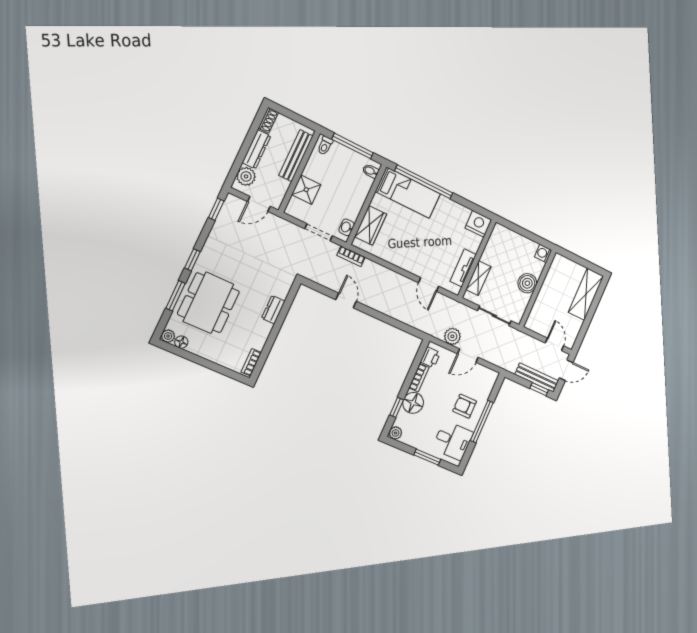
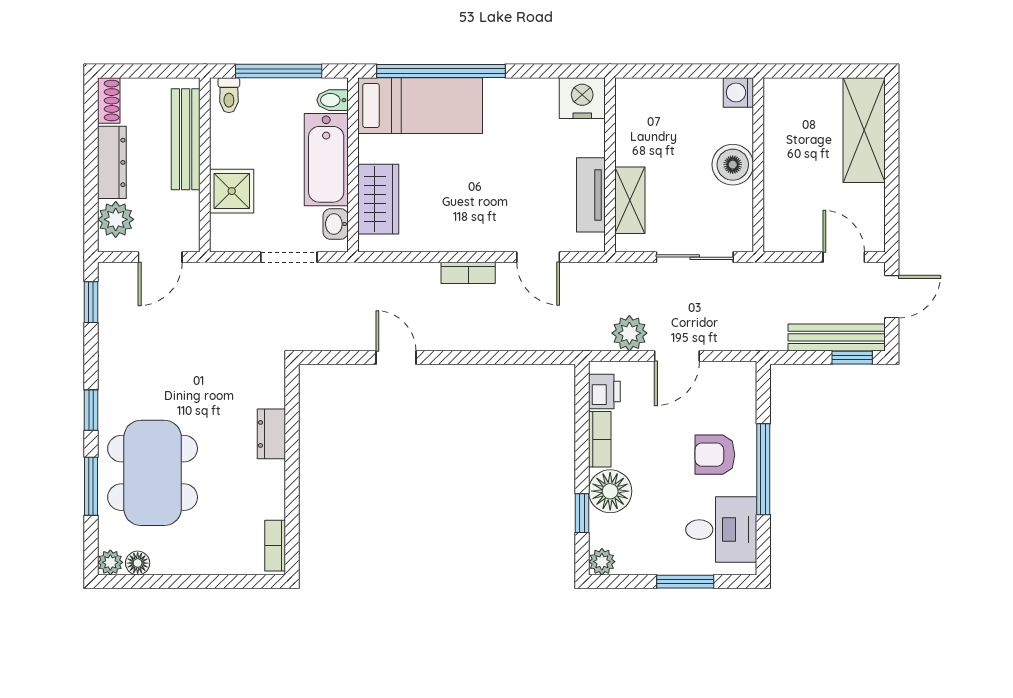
bathtub: (356, 196) -> (326, 160), added
bookcase: (351, 256) -> (468, 273), moved

